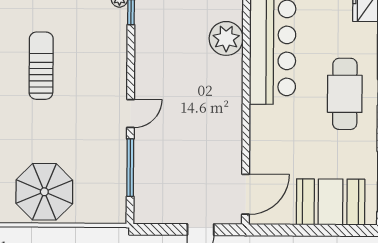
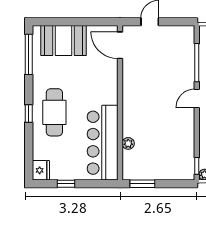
plant: (226, 38) -> (128, 143), width x0.53, depth x0.53
door: (246, 194) -> (120, 45), hinge flipped

